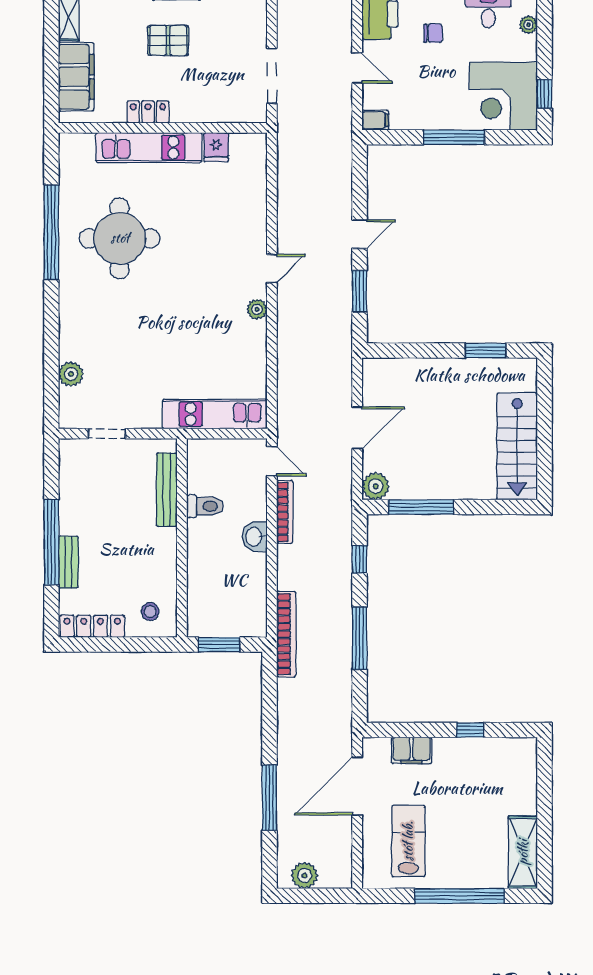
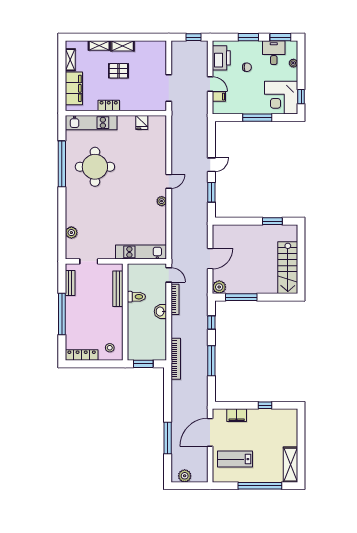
filing cabinet: (375, 120) -> (219, 97), moved
kitchen unit: (149, 147) -> (91, 123), moved
bench: (68, 562) -> (70, 283), moved
lab bench: (408, 841) -> (235, 459), turned -90

